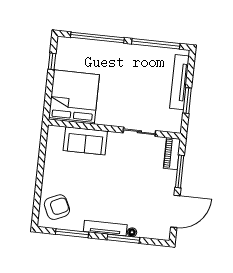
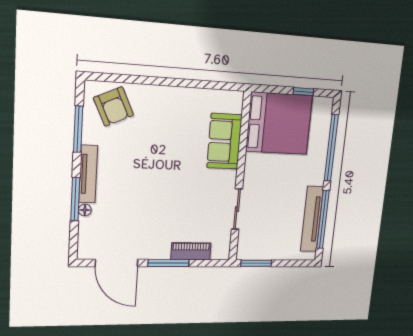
tv unit: (180, 82) -> (312, 219), moved, turned -90
bed: (74, 97) -> (279, 123), moved
wall: (114, 129) -> (240, 178), moved
sliding door: (139, 132) -> (237, 209), moved
sofa: (85, 141) -> (224, 141), moved

